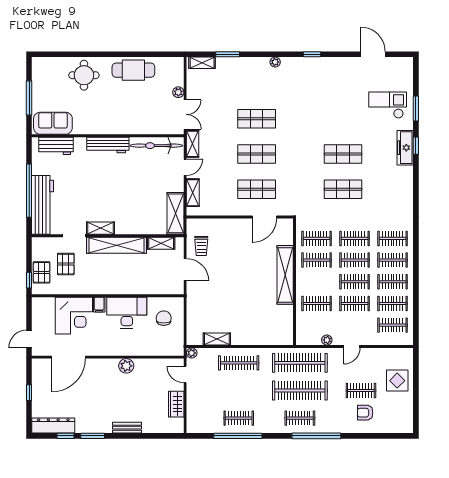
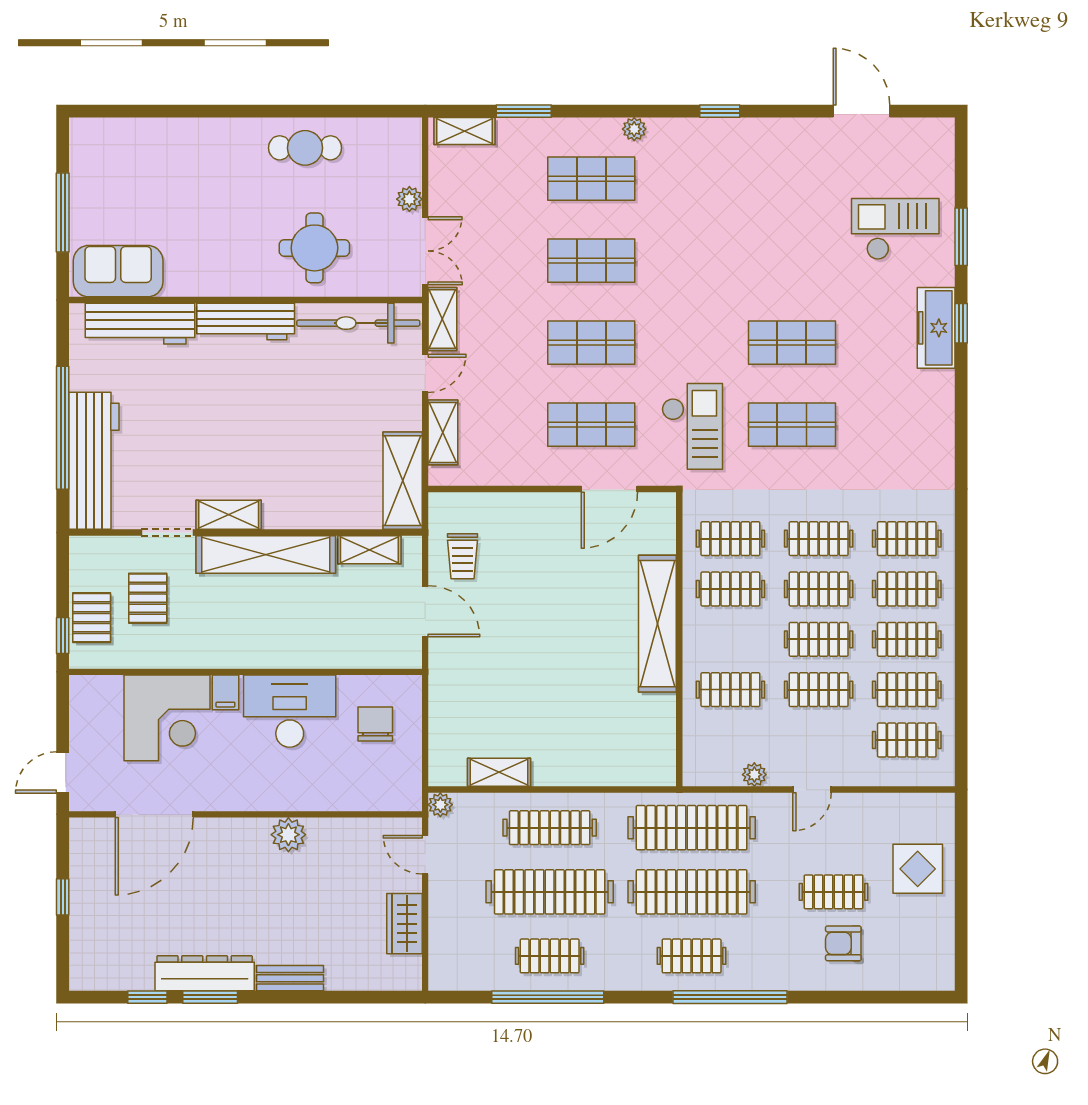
cafe table: (133, 70) -> (305, 148), width x0.73, depth x0.74
round table: (84, 75) -> (314, 248), moved
shop shelf: (257, 83) -> (591, 179), added
workbench: (56, 146) -> (140, 324), width x1.38
checkout: (300, 190) -> (692, 426), added
clothes rail: (239, 390) -> (550, 892), added
dresser: (53, 426) -> (205, 973), moved

